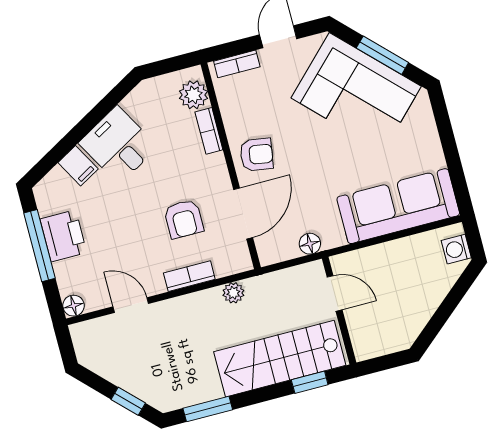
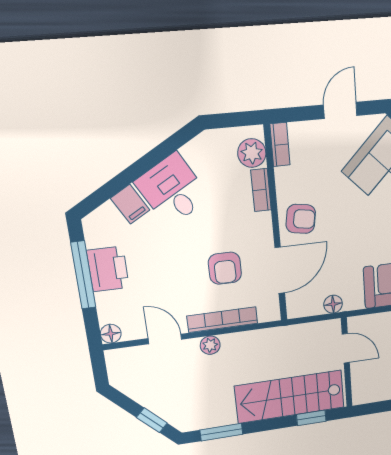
bookcase: (237, 64) -> (280, 145), moved, turned -90
bookcase: (189, 276) -> (222, 320), width x1.56
plant: (233, 293) -> (210, 345), moved

